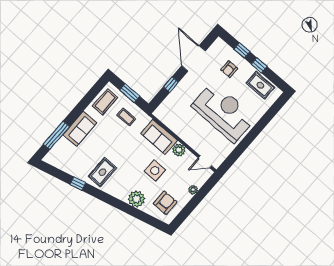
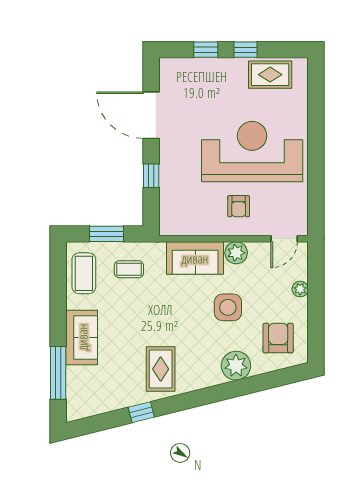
armchair: (229, 69) -> (239, 206), moved

